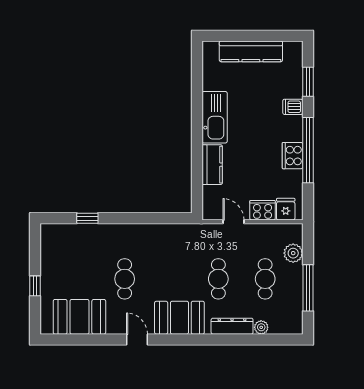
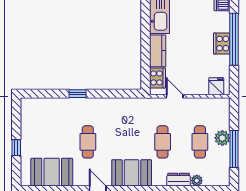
cooker: (263, 210) -> (157, 78), moved, turned 90
window: (87, 218) -> (78, 94), moved
plant: (293, 253) -> (222, 138), moved
dresser: (232, 326) -> (179, 180), width x0.70

